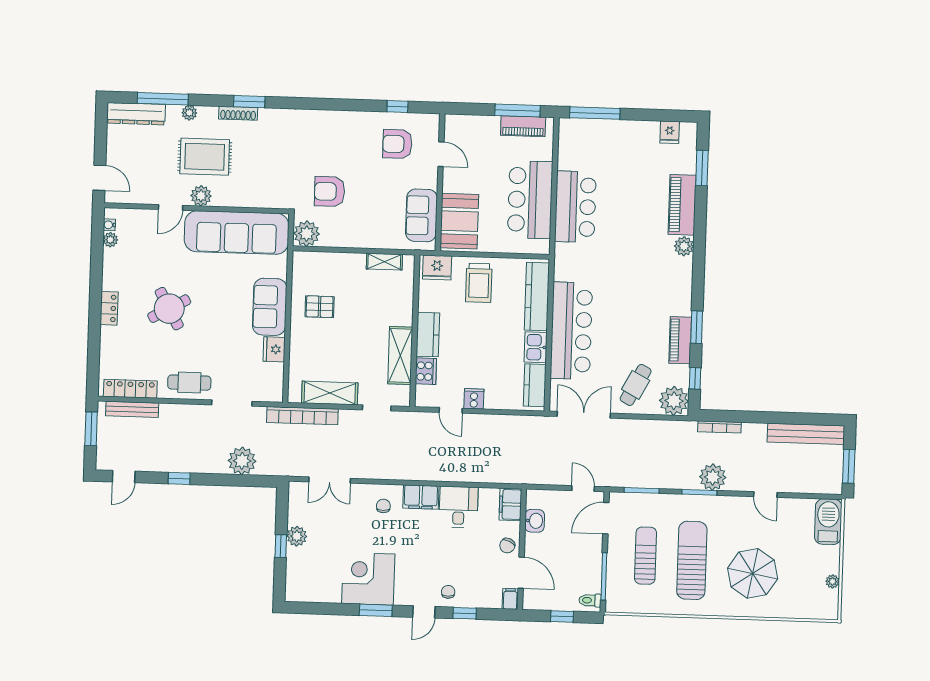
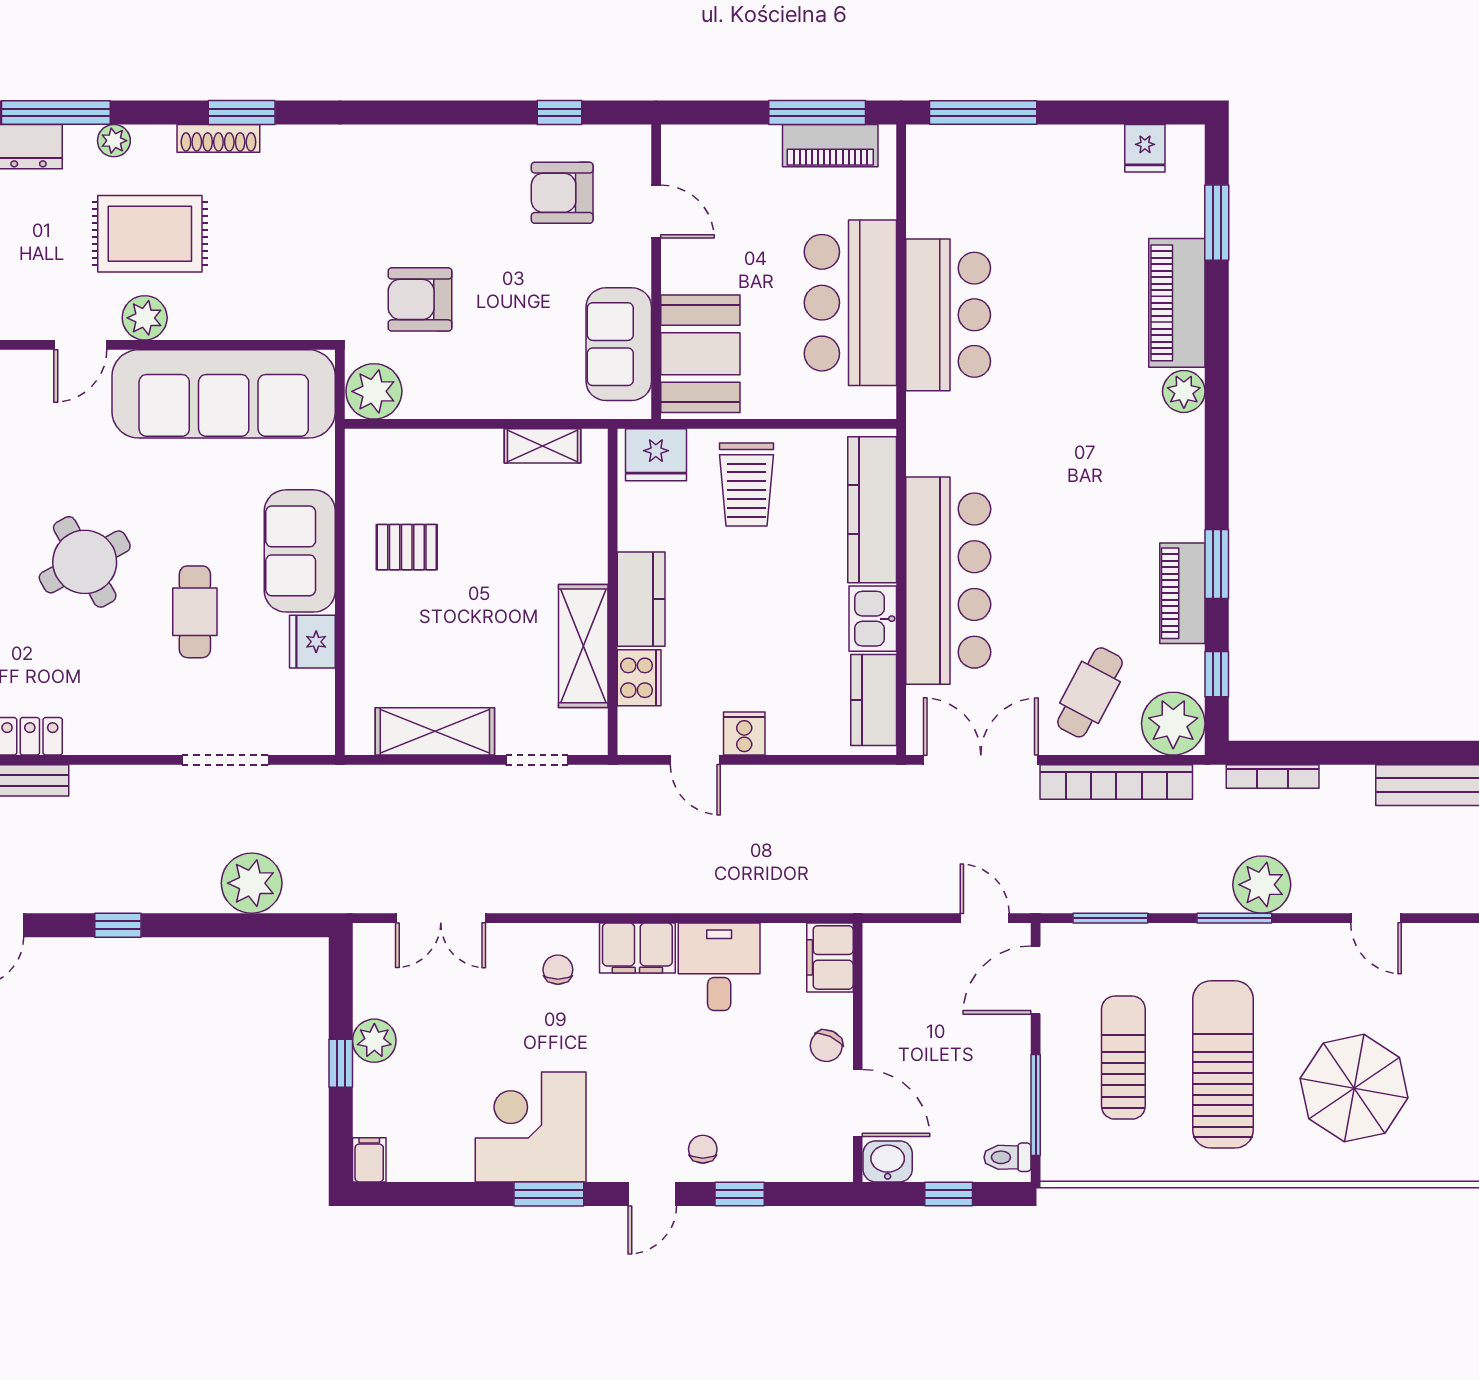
cafe table: (189, 383) -> (195, 612), moved, turned 90
bookcase: (302, 416) -> (1116, 782), moved
washbasin: (535, 521) -> (888, 1161), moved, turned -90
filing cabinet: (510, 599) -> (369, 1160), moved

